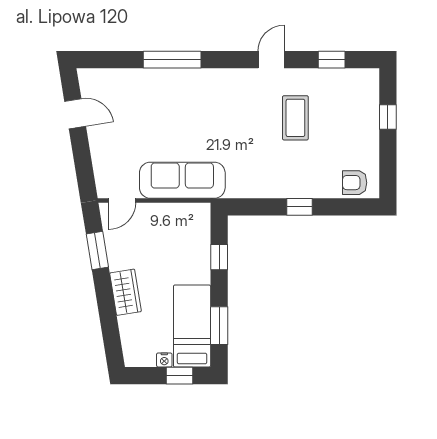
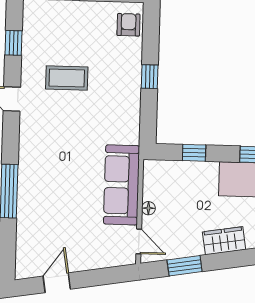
armchair: (355, 183) -> (128, 25), turned 180
floor lamp: (158, 210) -> (148, 208), added

